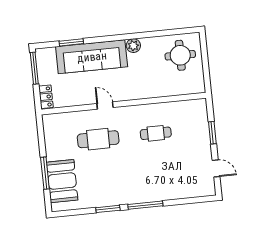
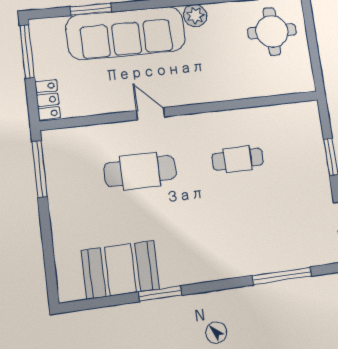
window: (45, 173) -> (40, 169), moved
booth: (62, 181) -> (121, 270), moved, turned 90
window: (145, 205) -> (282, 276), moved

